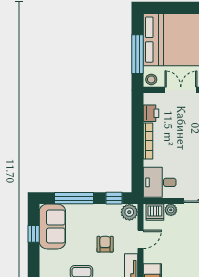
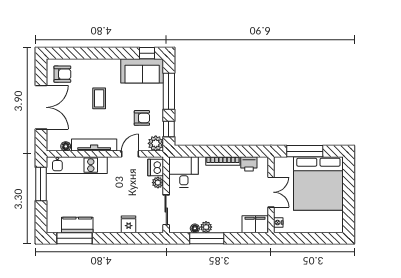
stool: (151, 79) -> (281, 164), removed
window: (34, 234) -> (147, 53), moved
door: (140, 239) -> (130, 154), swing flipped
armchair: (105, 244) -> (142, 118), moved

